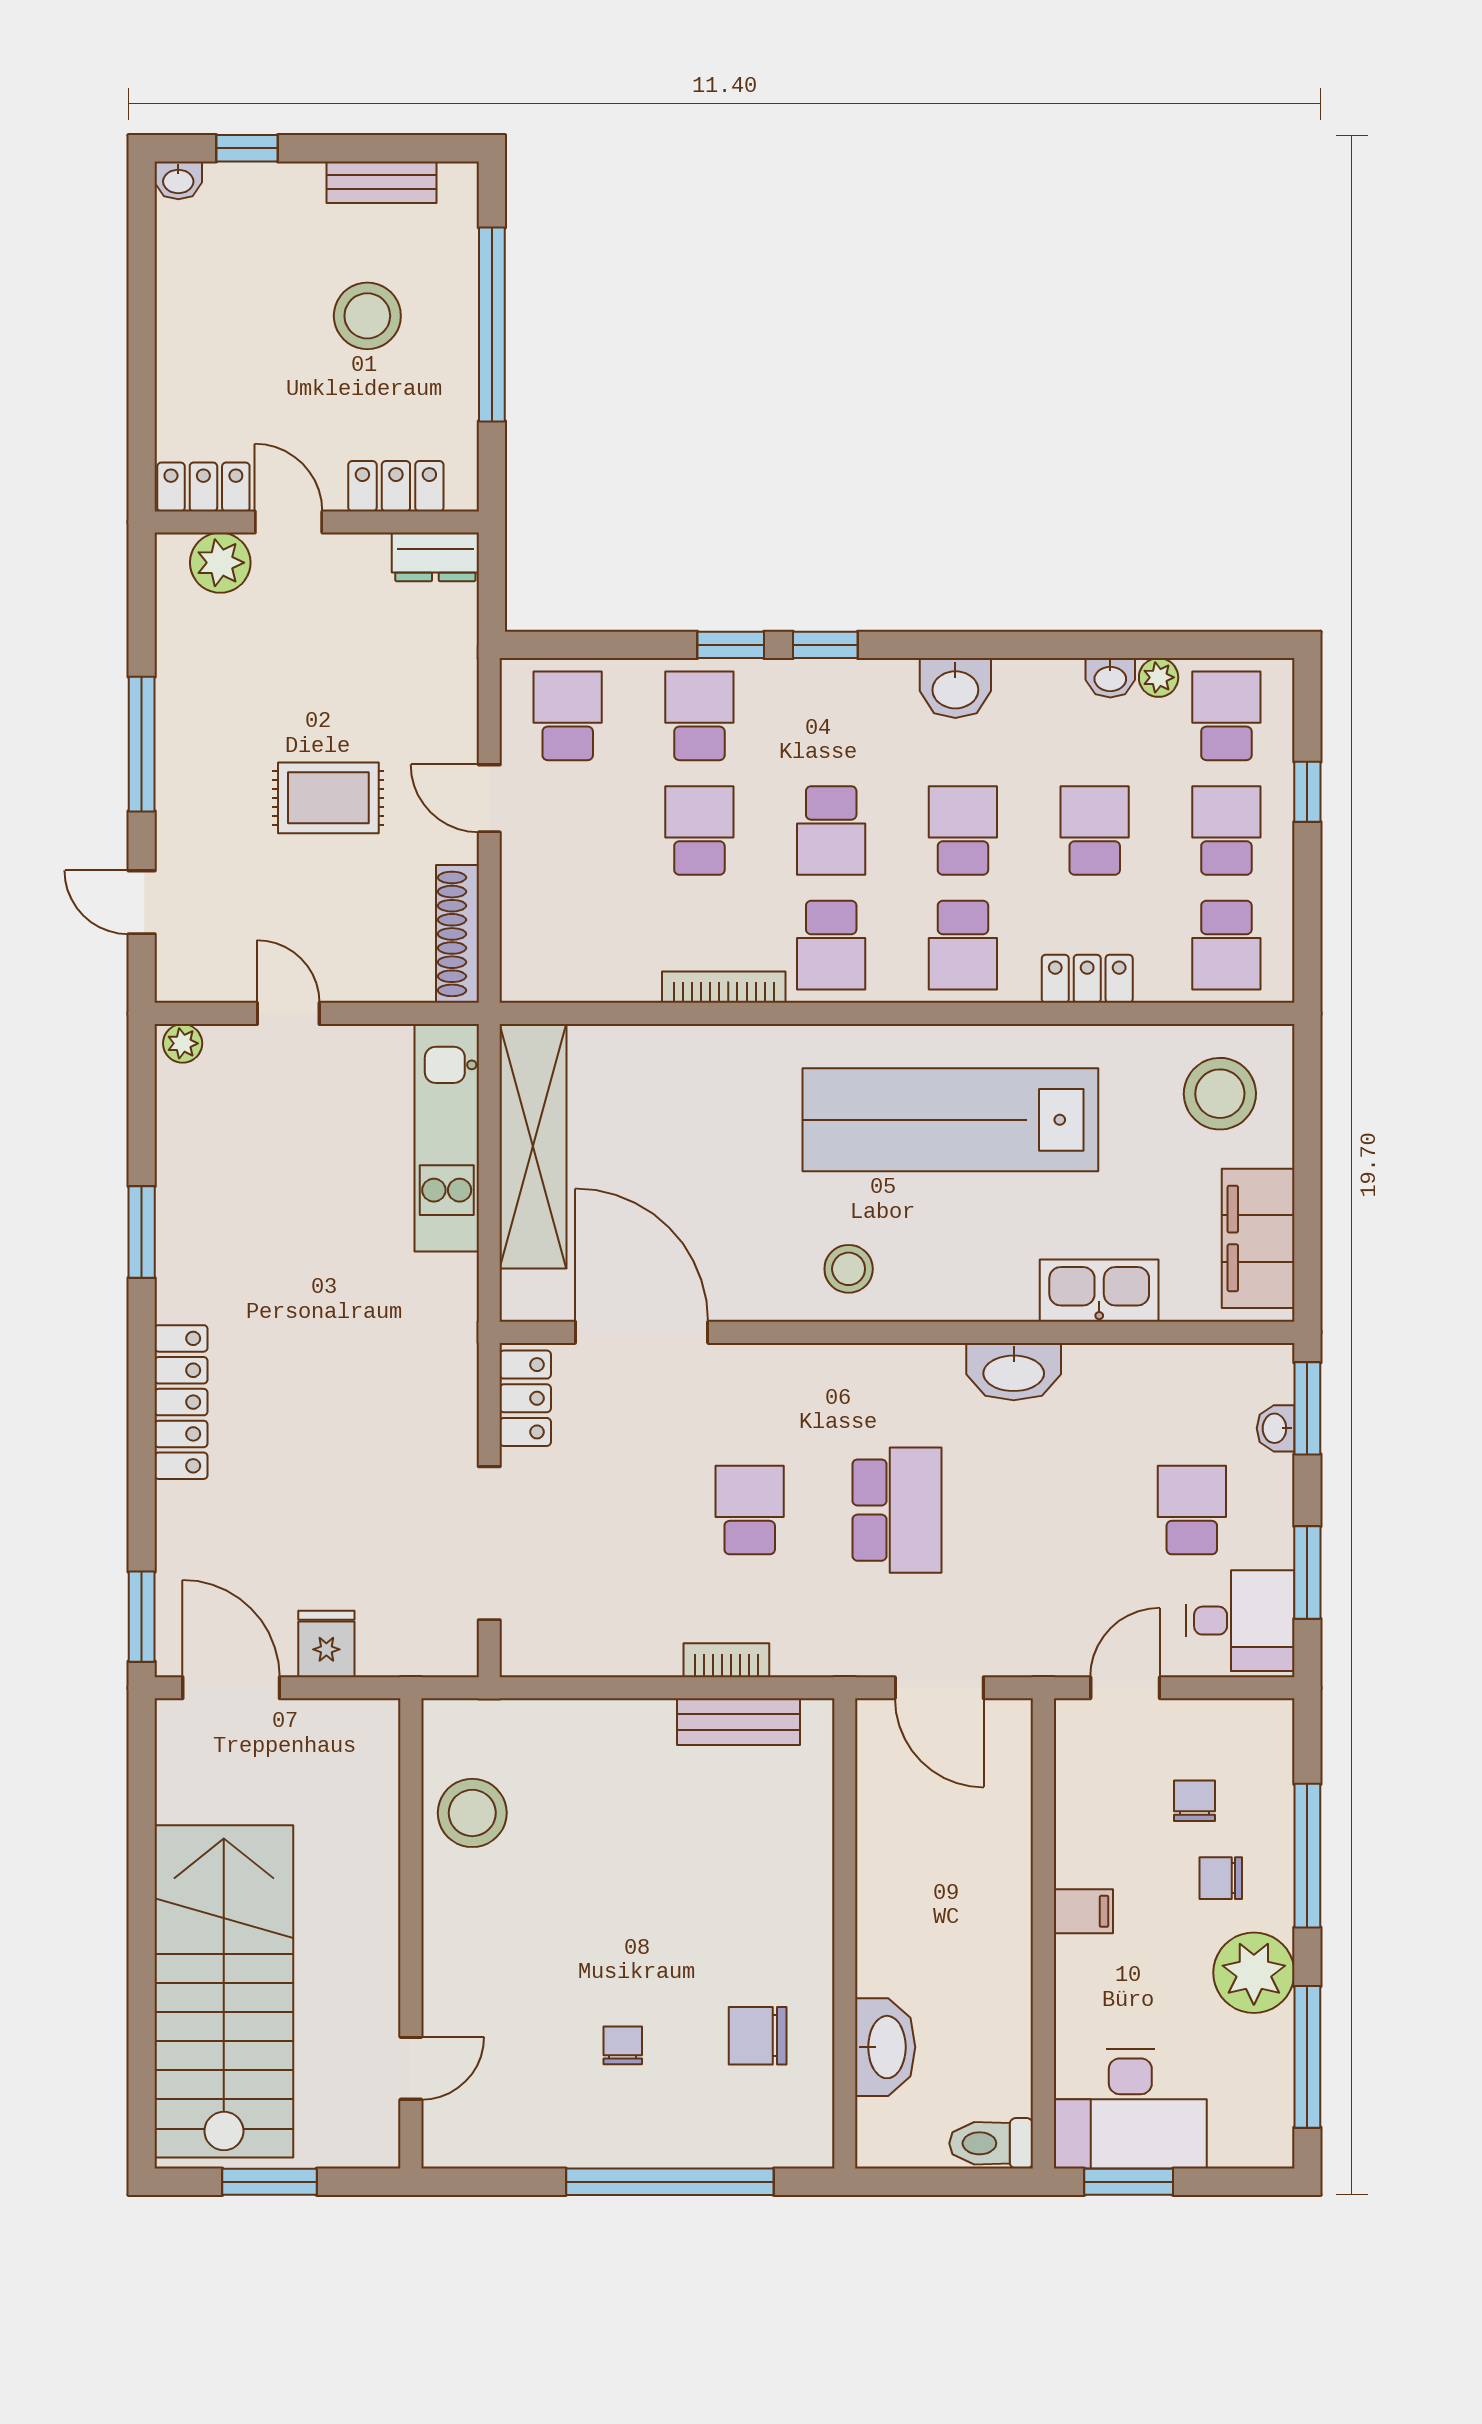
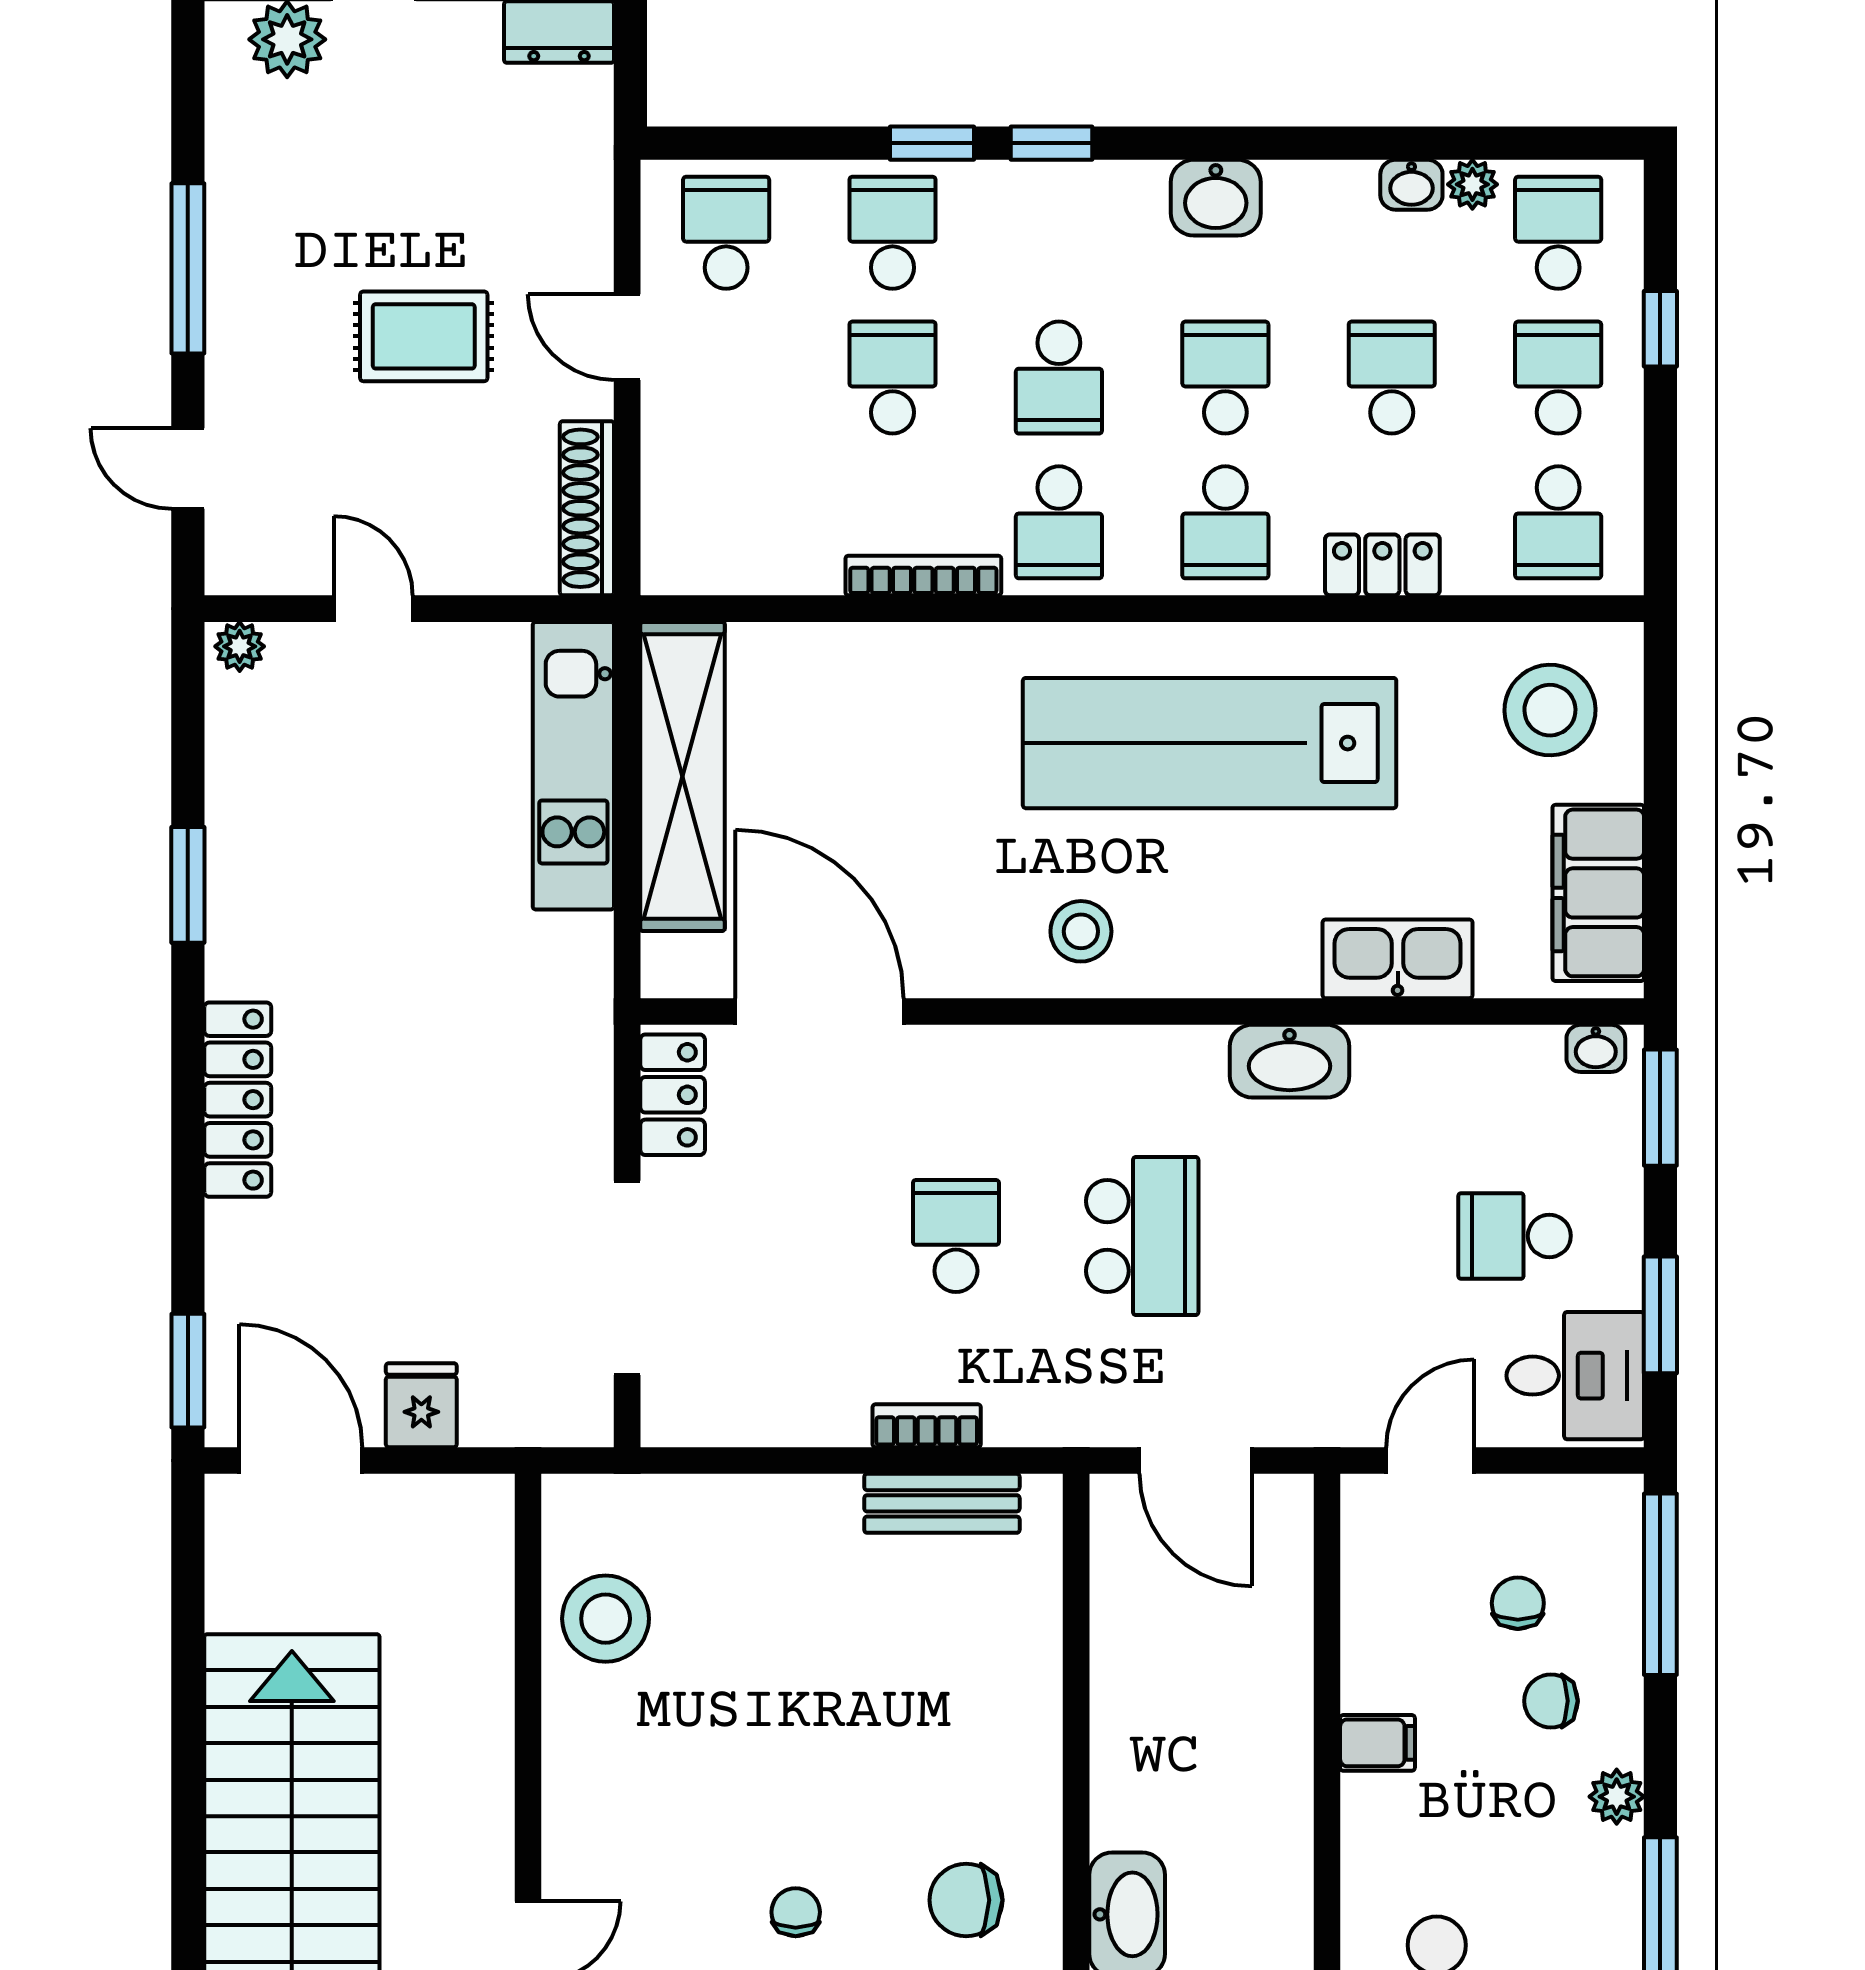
washbasin: (1276, 1428) -> (1596, 1048), moved, turned -90
school desk: (1192, 1510) -> (1514, 1236), turned -90
window: (1307, 1856) -> (1660, 1584), moved
plant: (1254, 1973) -> (1617, 1797), width x0.53, depth x0.53

